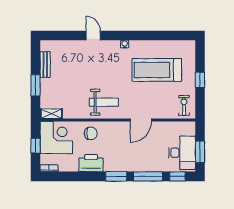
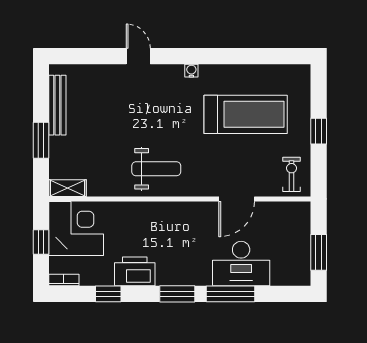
bench: (45, 65) -> (57, 105), width x1.36
treadmill: (157, 70) -> (246, 114), turned 180
door: (141, 120) -> (237, 199), moved
chair: (91, 133) -> (134, 221), removed
desk: (182, 153) -> (241, 264), moved, turned 90
window: (177, 176) -> (108, 294), moved

